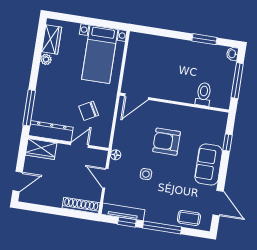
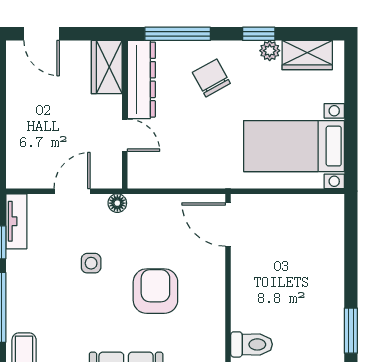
window: (36, 64) -> (259, 34), added
chair: (89, 111) -> (211, 78), moved
shoe rack: (81, 205) -> (16, 155), removed
tv unit: (123, 212) -> (16, 221), width x0.71

